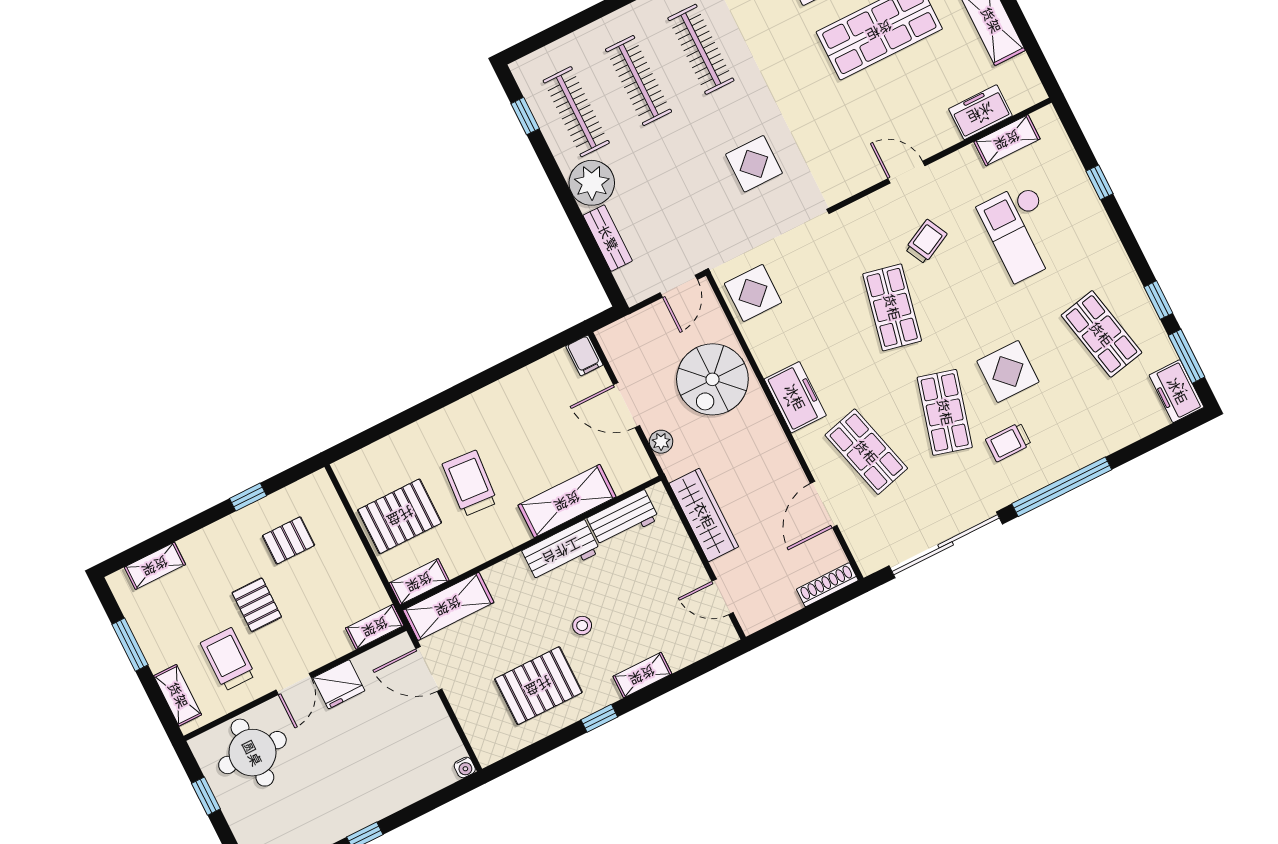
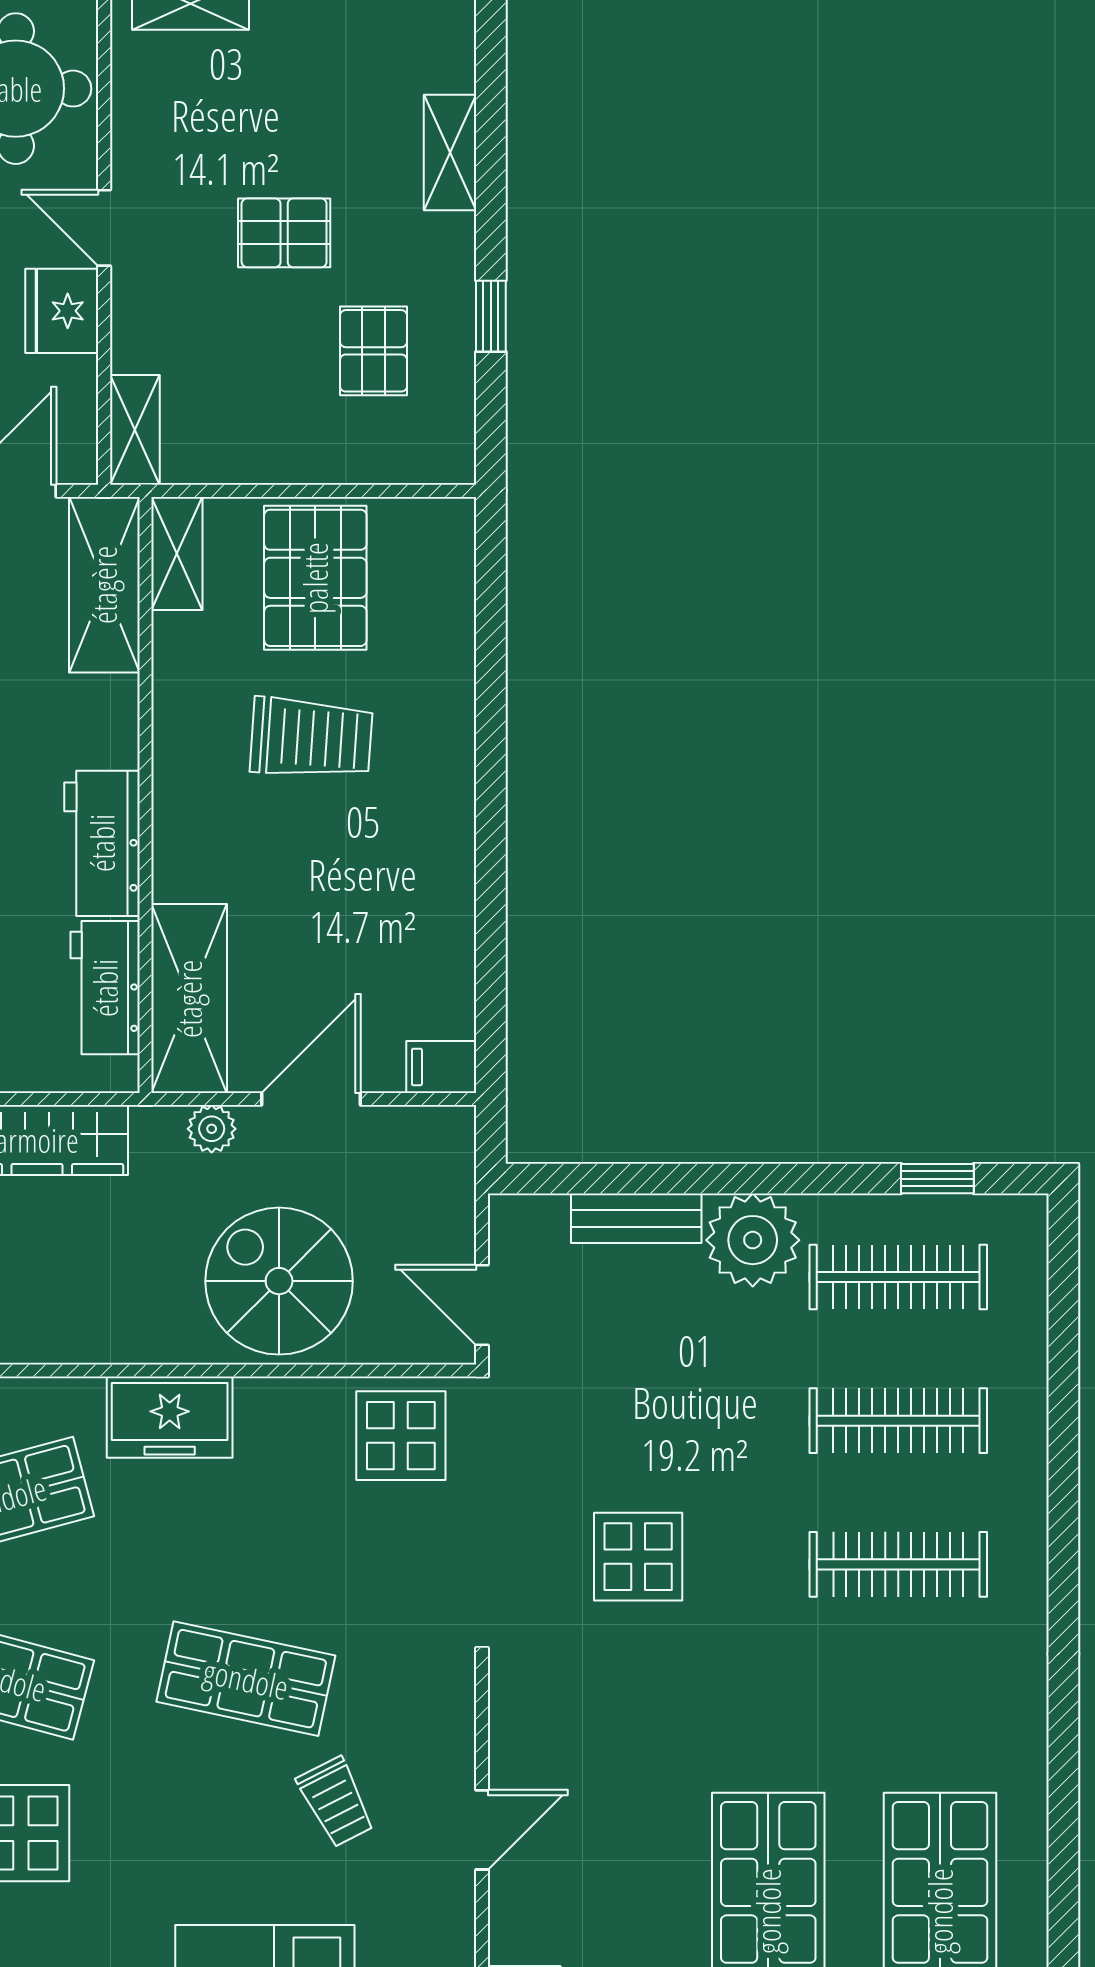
shelving: (567, 501) -> (189, 999), moved
shelving: (155, 566) -> (450, 152), moved
trolley: (228, 659) -> (210, 130), removed

